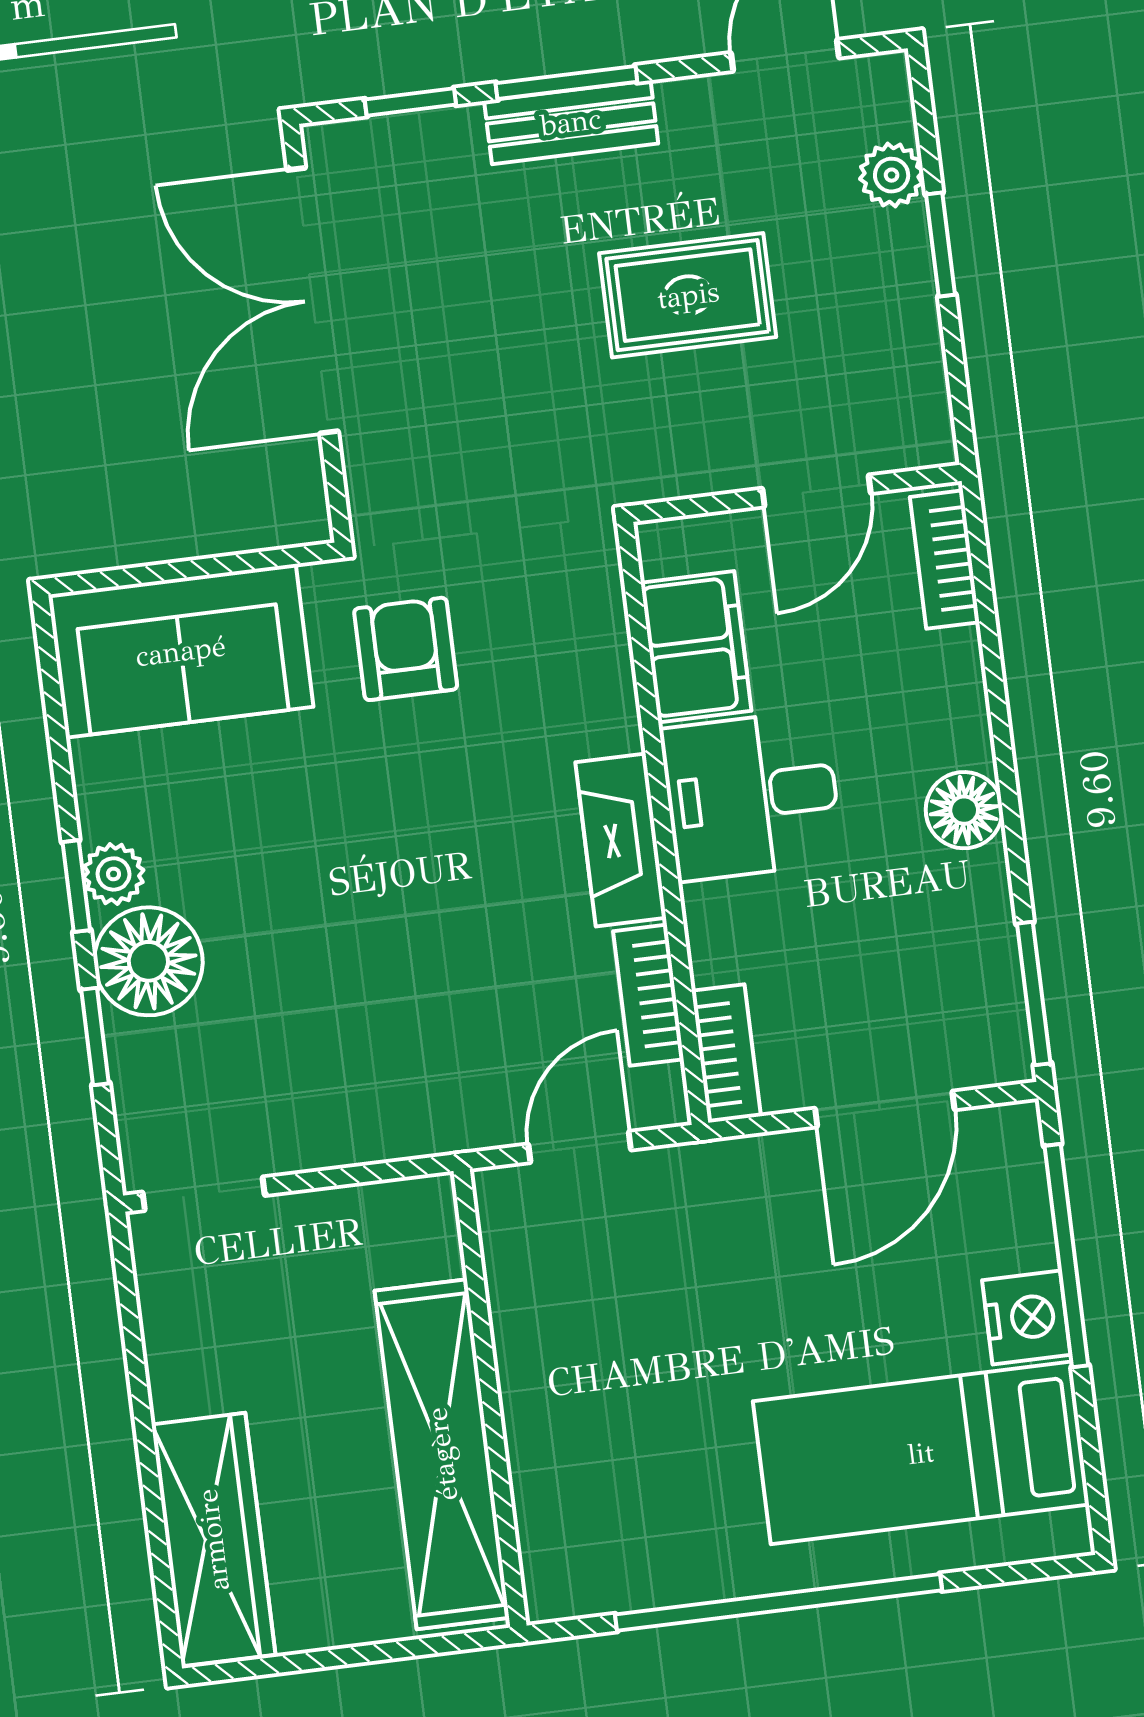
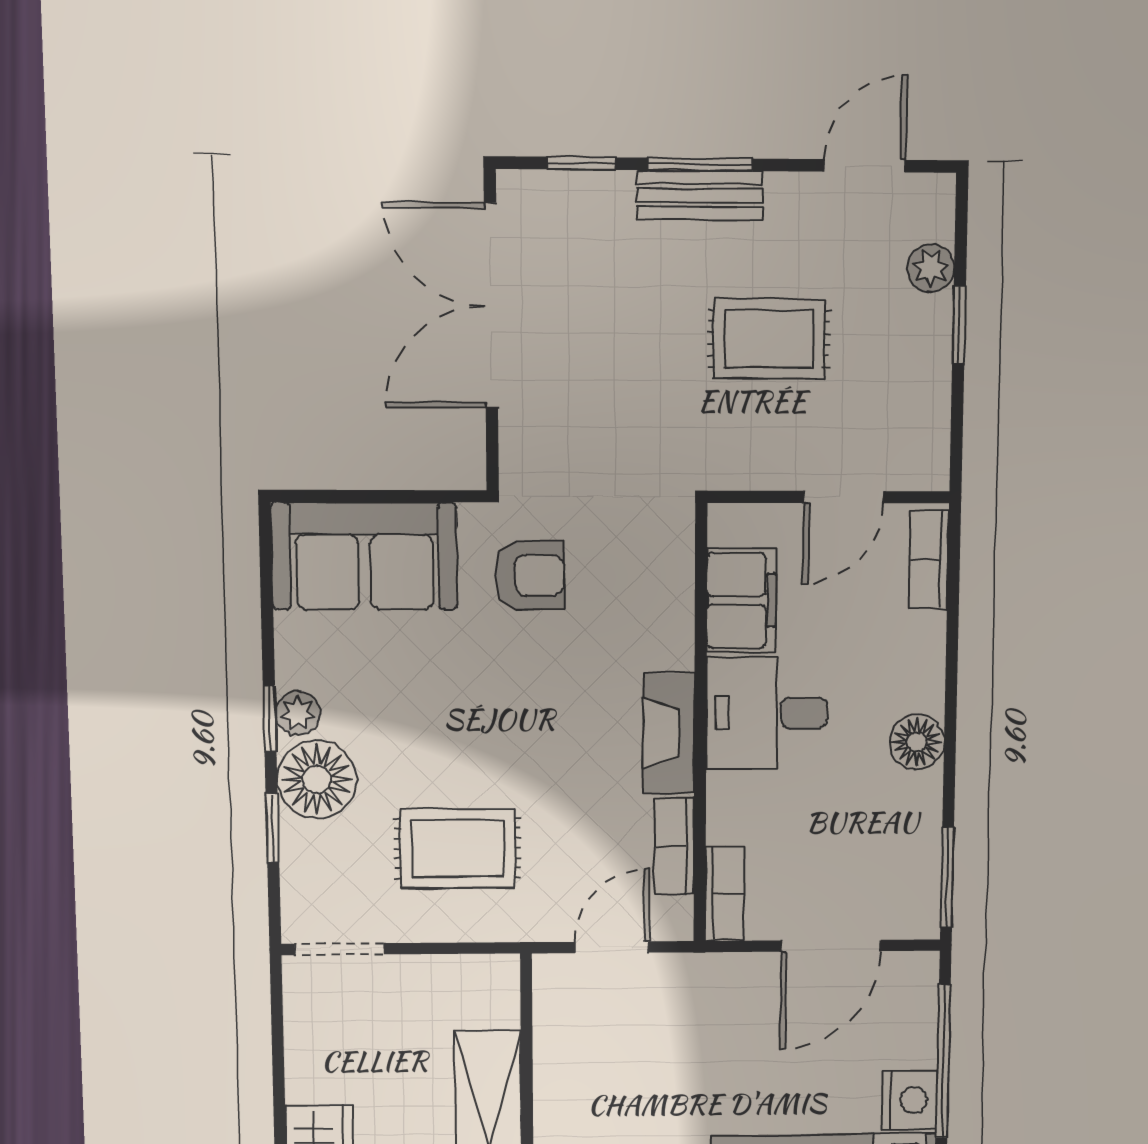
armchair: (406, 649) -> (530, 575), turned 90
rug: (351, 1034) -> (458, 848), added

